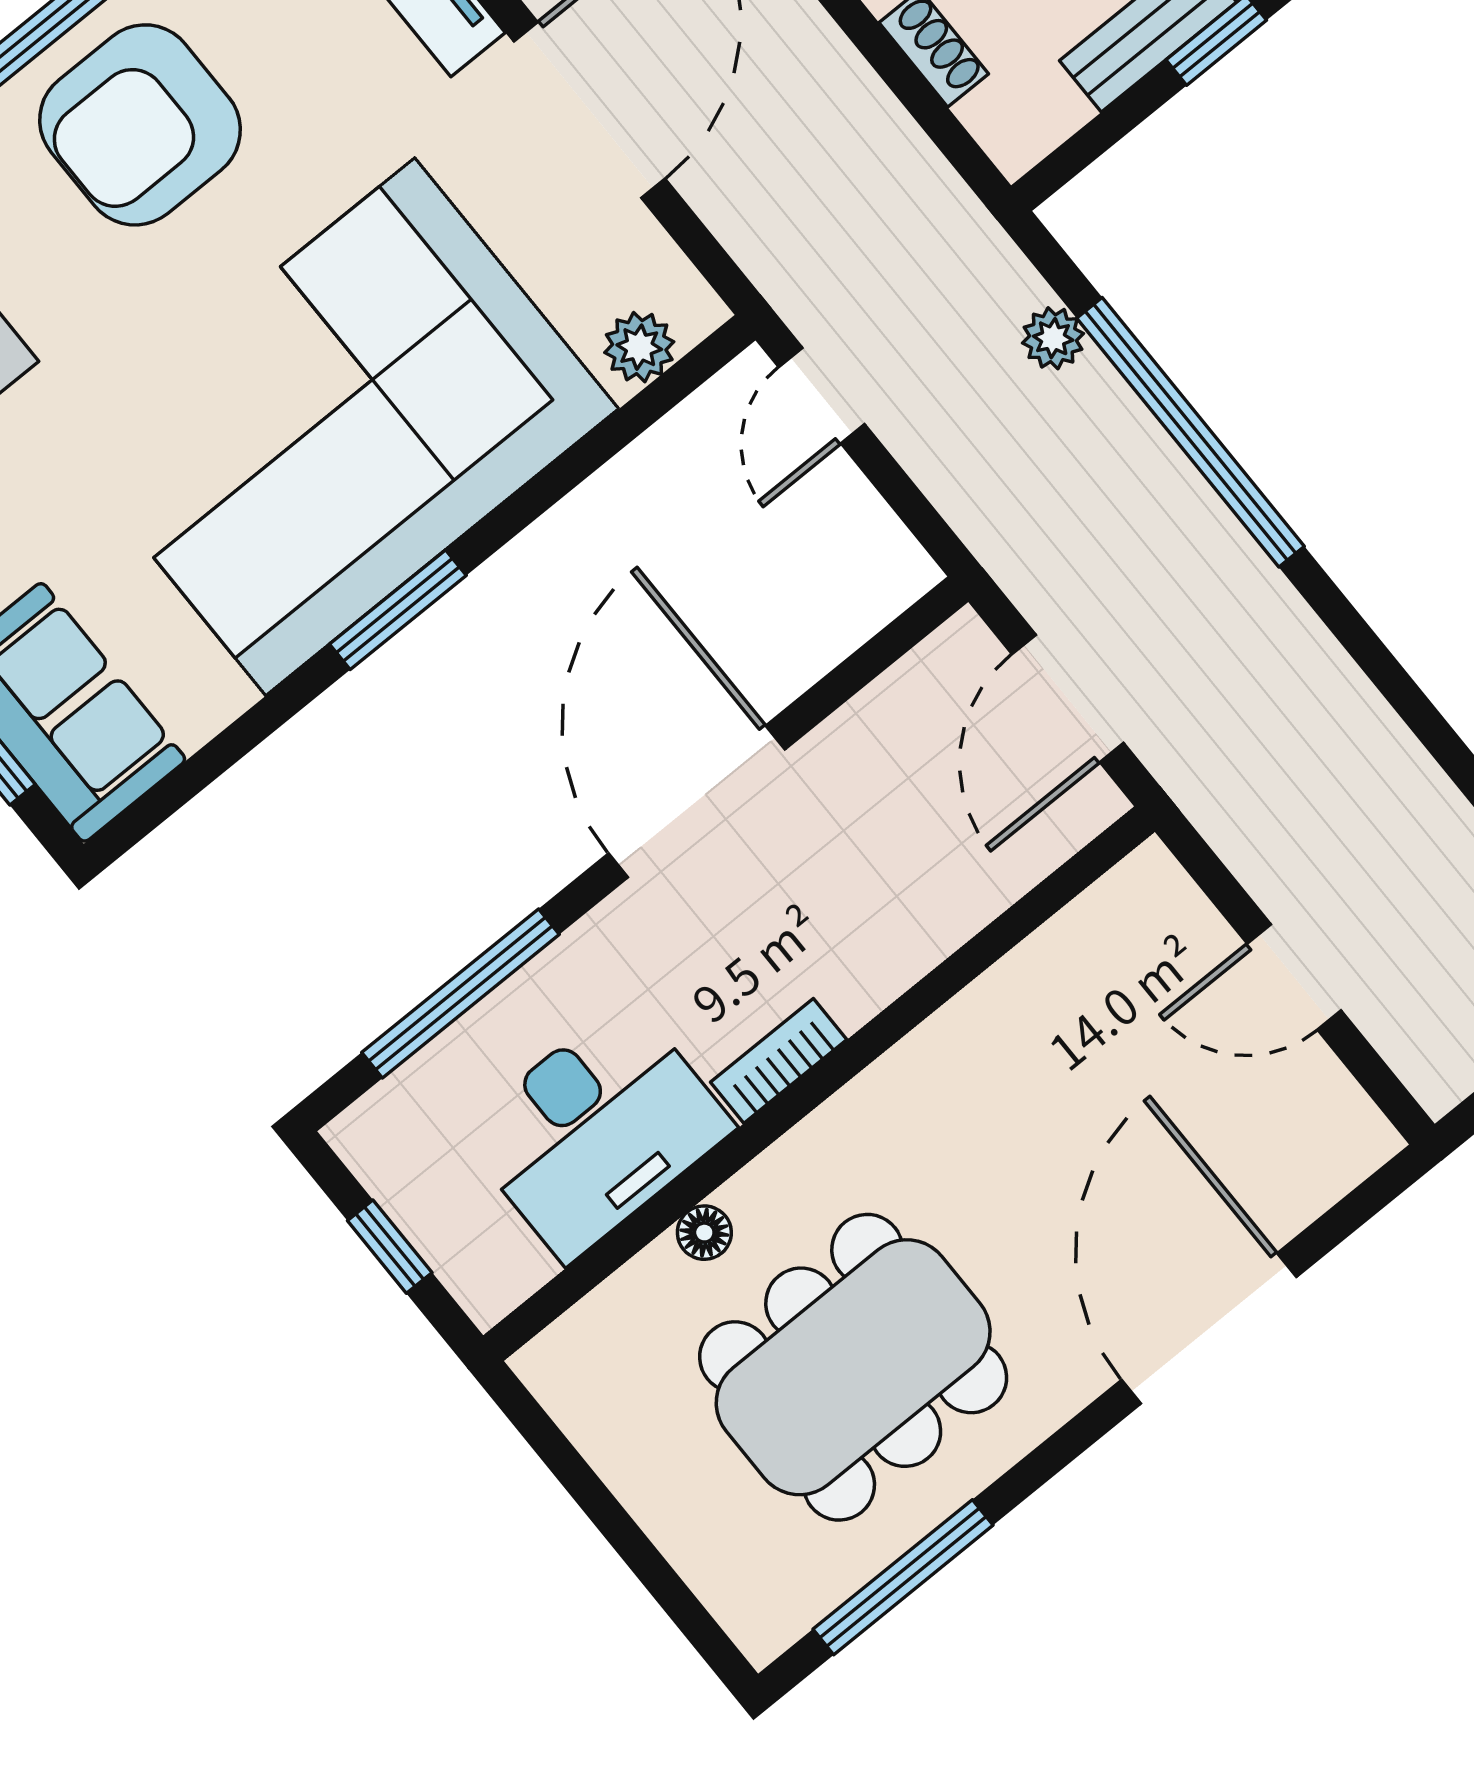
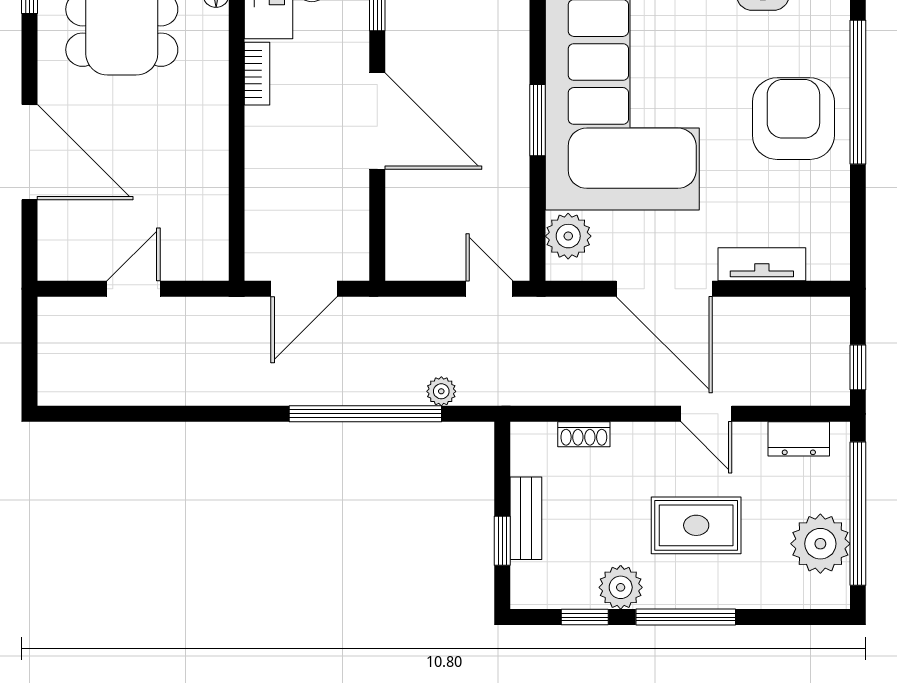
plant: (639, 347) -> (568, 236), width x1.38, depth x1.38
window: (398, 610) -> (537, 120), moved
door: (1068, 698) -> (304, 289), swing flipped

